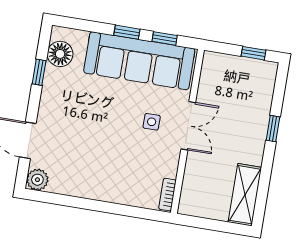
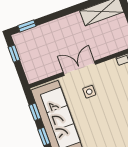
window: (273, 129) -> (27, 26), moved

